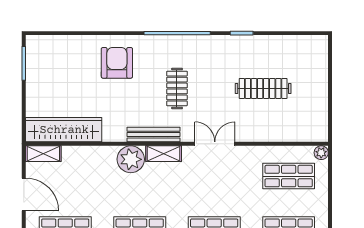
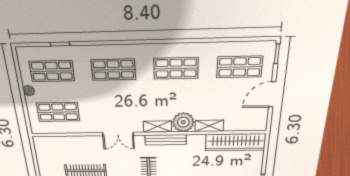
plant: (321, 153) -> (29, 91), moved
shelving: (43, 154) -> (209, 126), moved
door: (24, 194) -> (272, 94), hinge flipped

